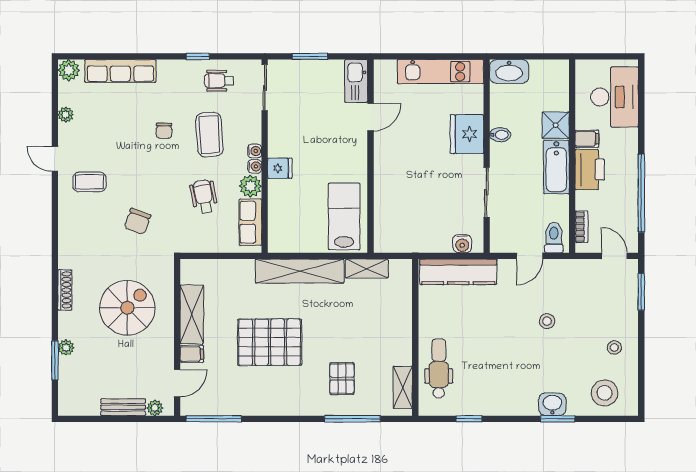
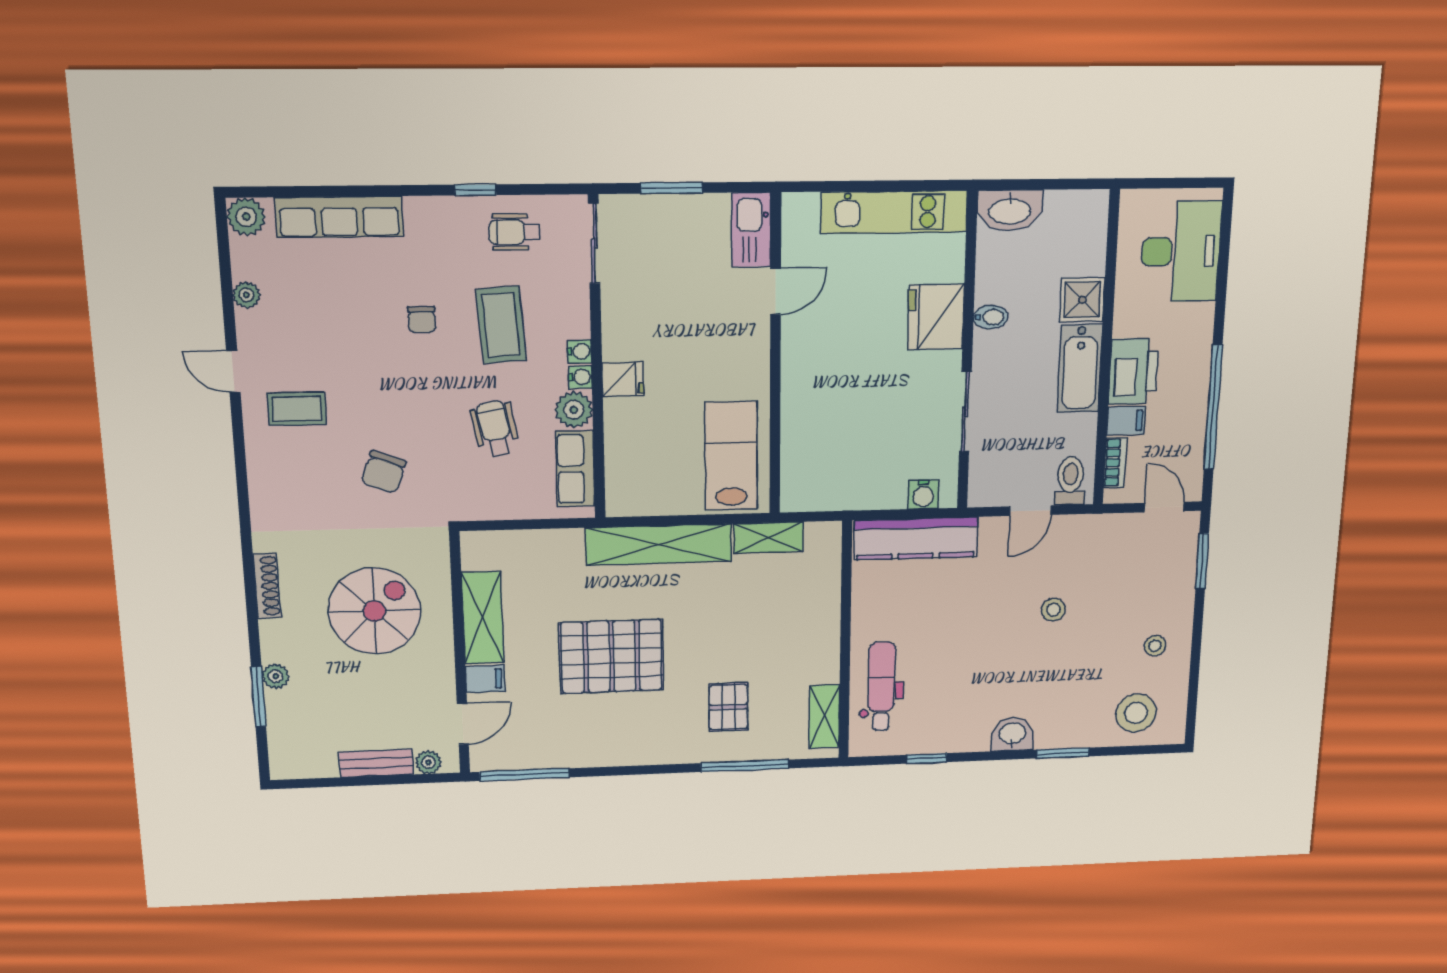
filing cabinet: (587, 139) -> (1126, 421), moved
washbasin: (552, 404) -> (1012, 734), moved

